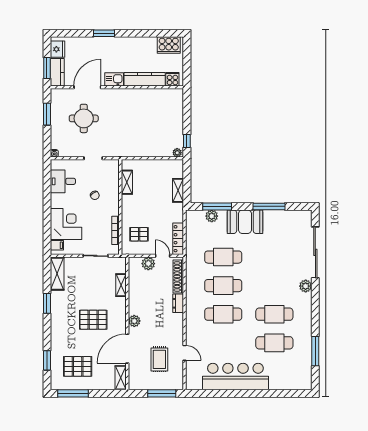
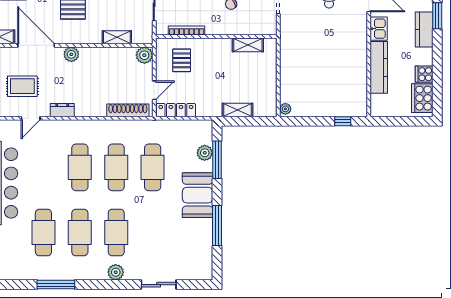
kitchen counter: (115, 44) -> (424, 30), added
cooker: (172, 79) -> (424, 74), moved, turned 180
window: (187, 141) -> (343, 121), moved
sliding door: (315, 252) -> (159, 285), width x0.54
plant: (148, 264) -> (144, 55), moved
cafe table: (274, 286) -> (116, 232), added
dresser: (178, 303) -> (62, 110), moved
window: (315, 351) -> (56, 285), moved

